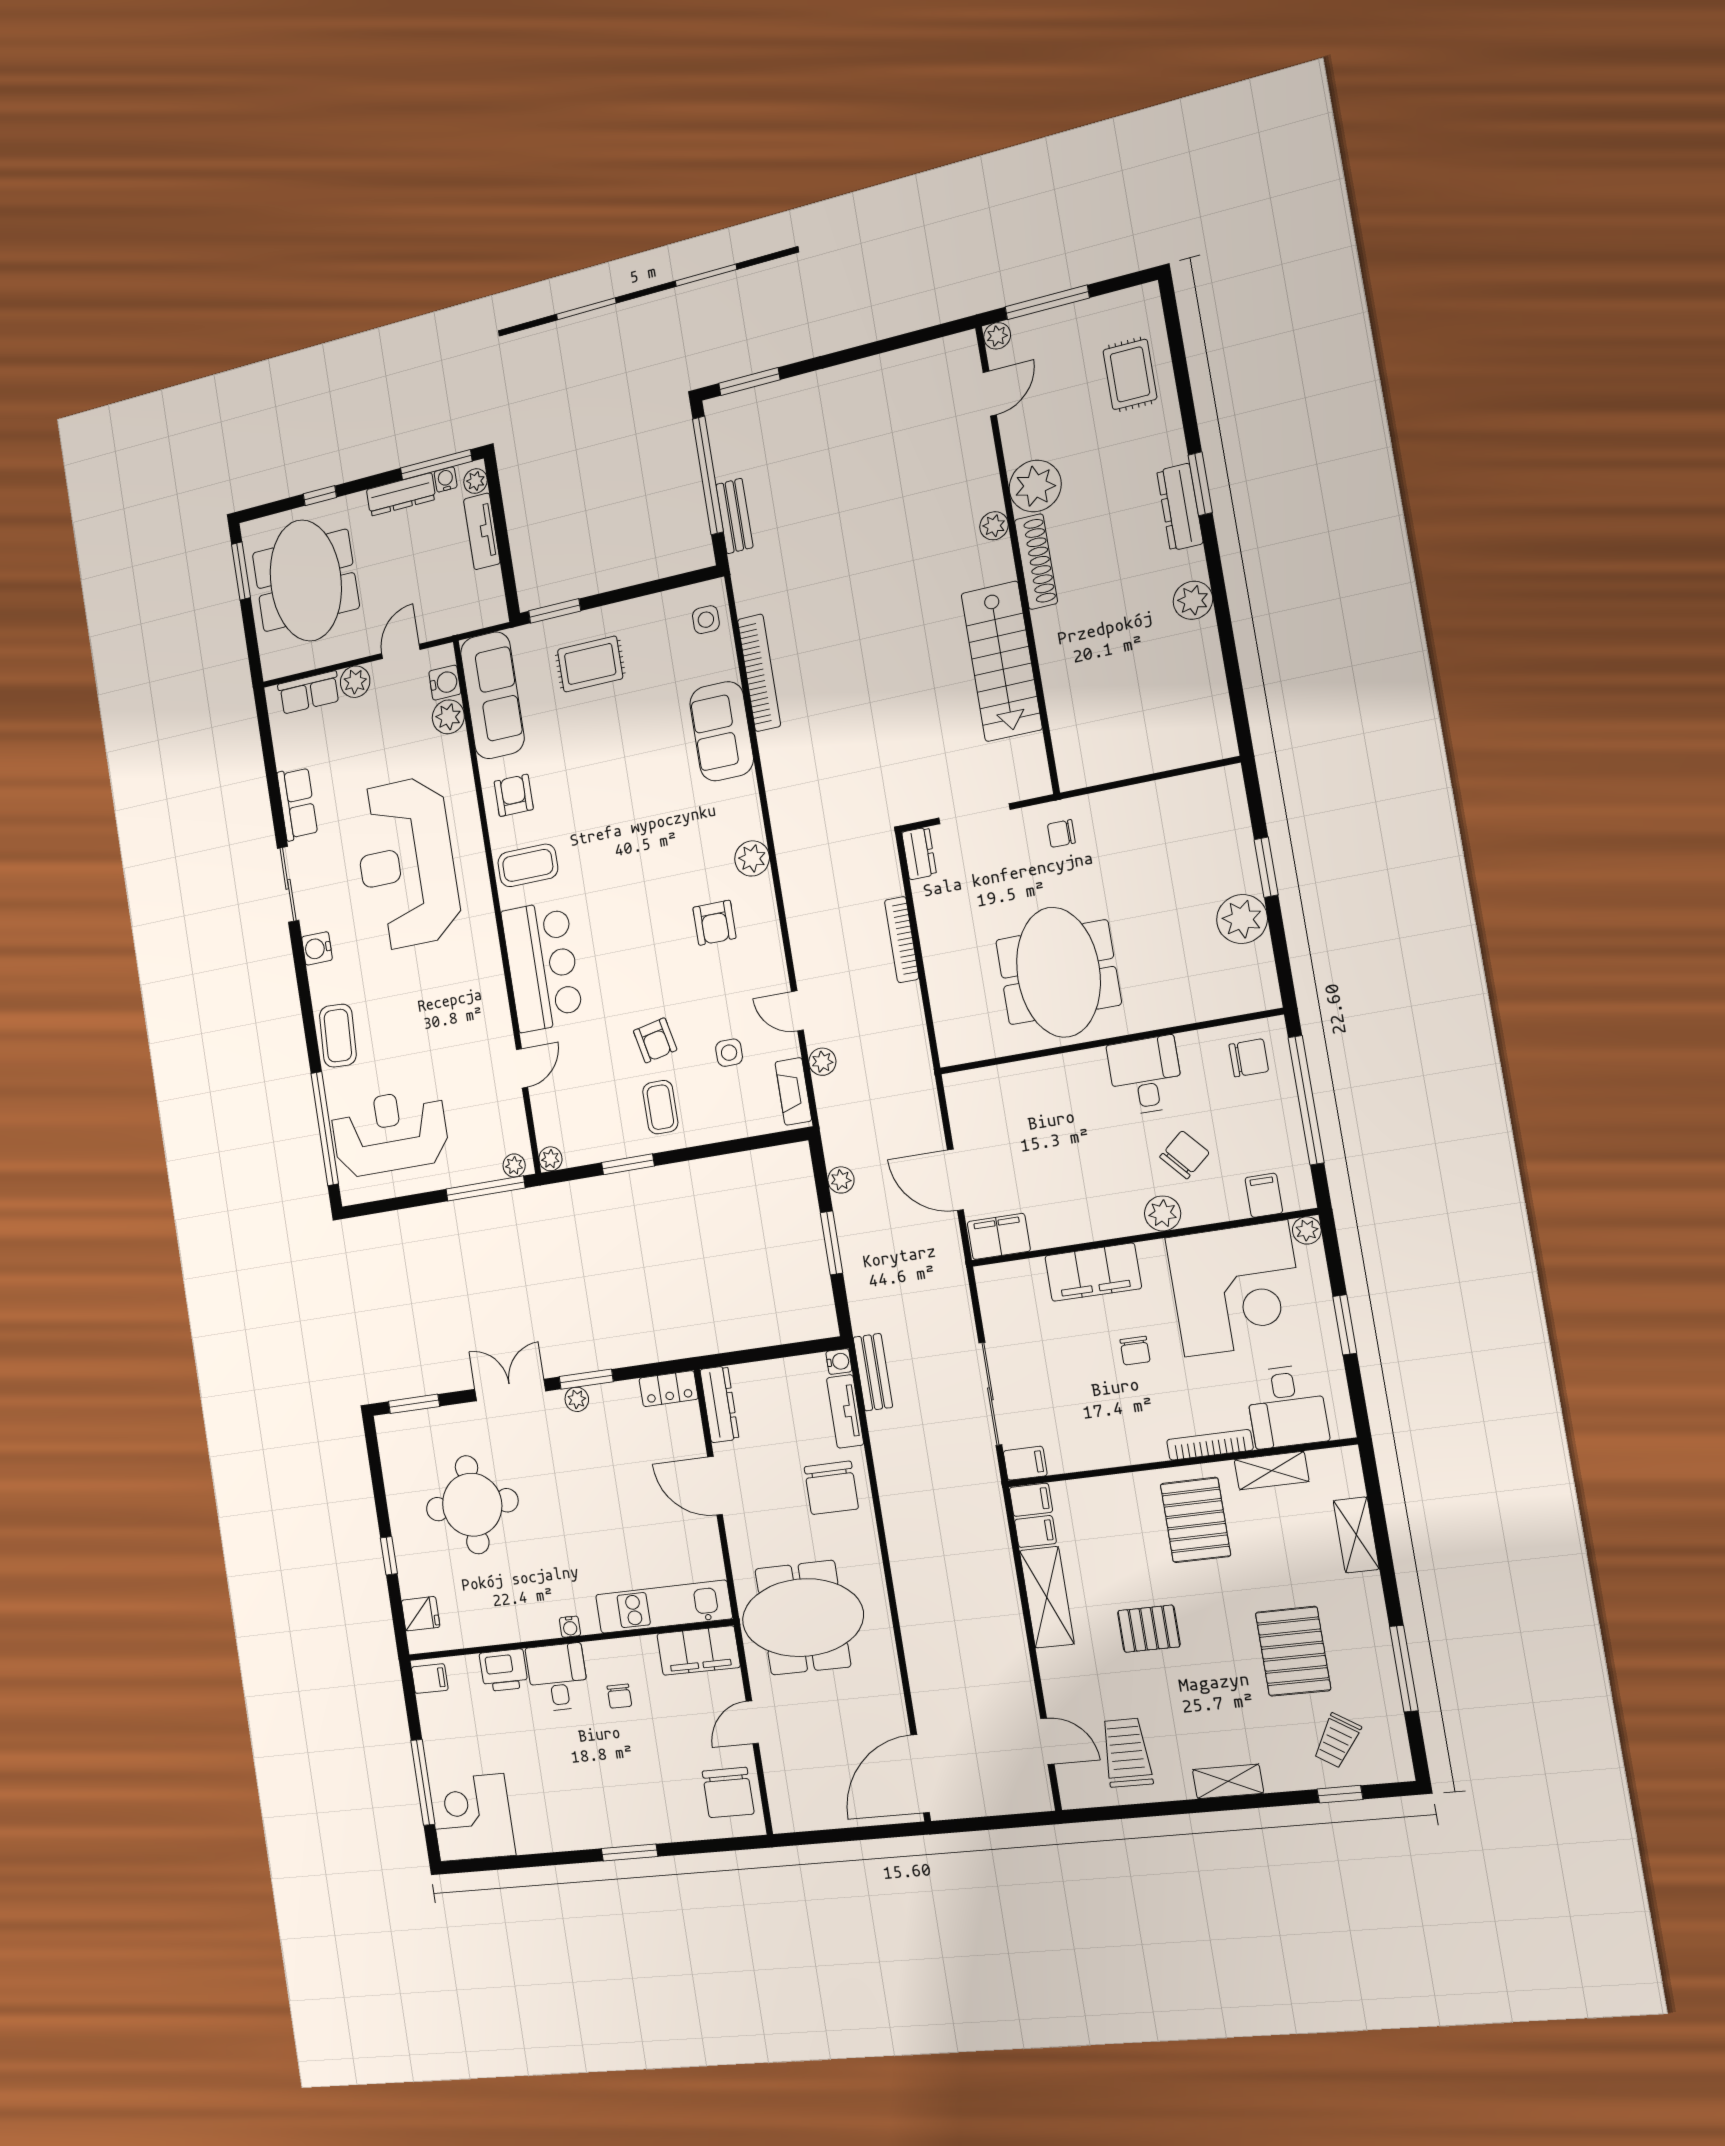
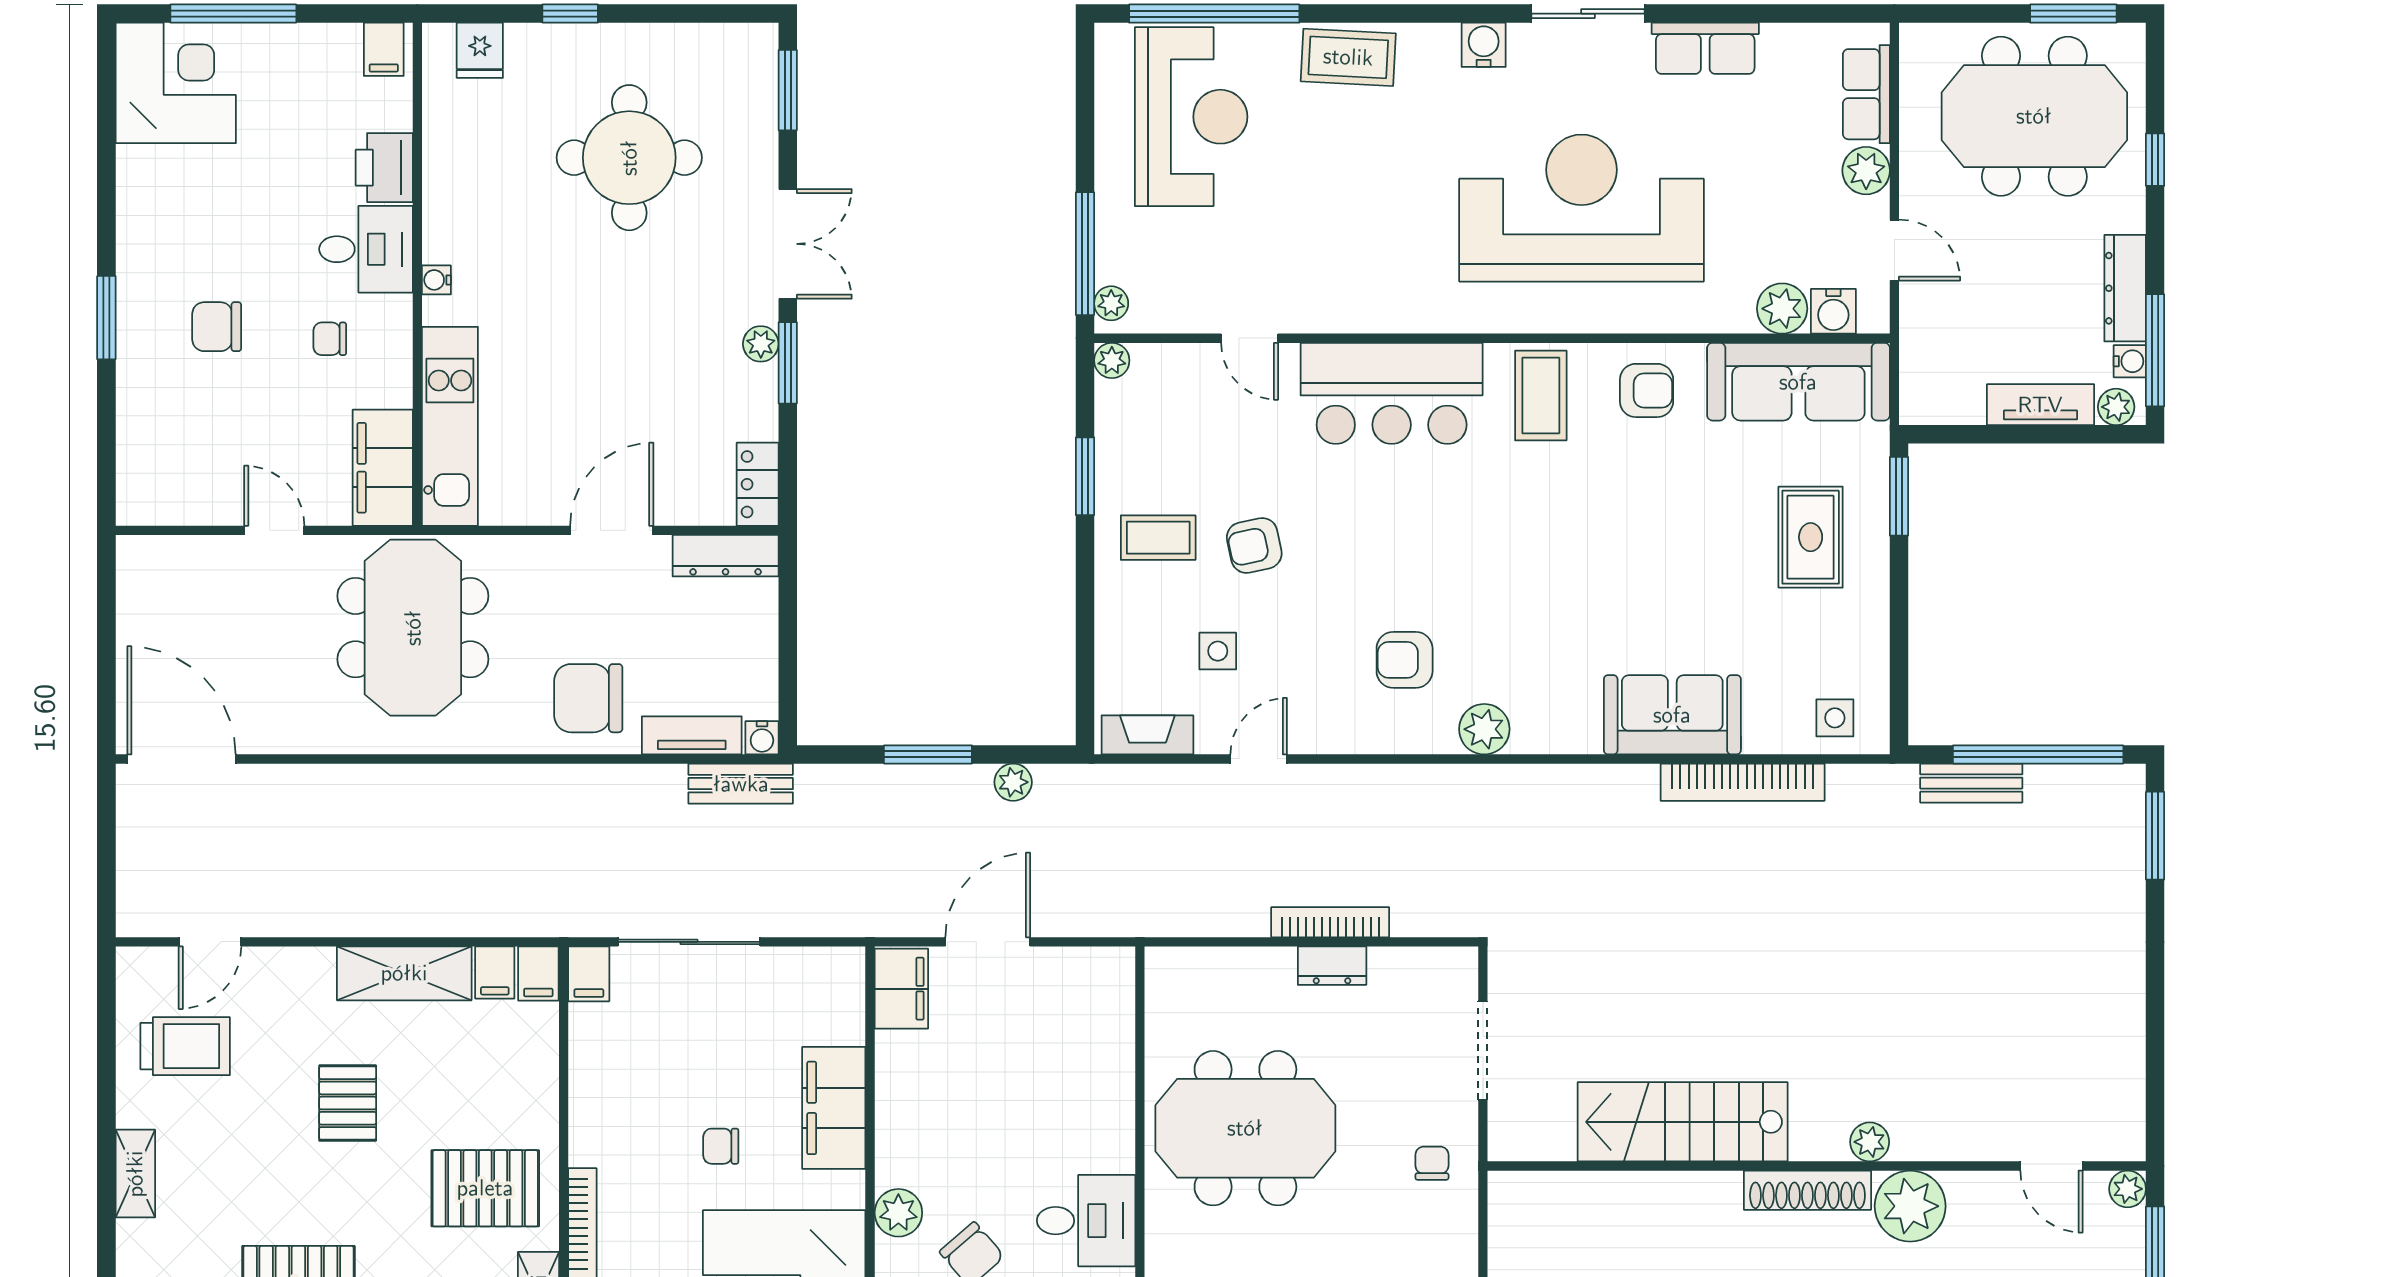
dresser: (919, 853) -> (1332, 966), moved
plant: (822, 1062) -> (1182, 783), removed
chair: (728, 1792) -> (217, 327), moved, width x0.73, depth x0.73

